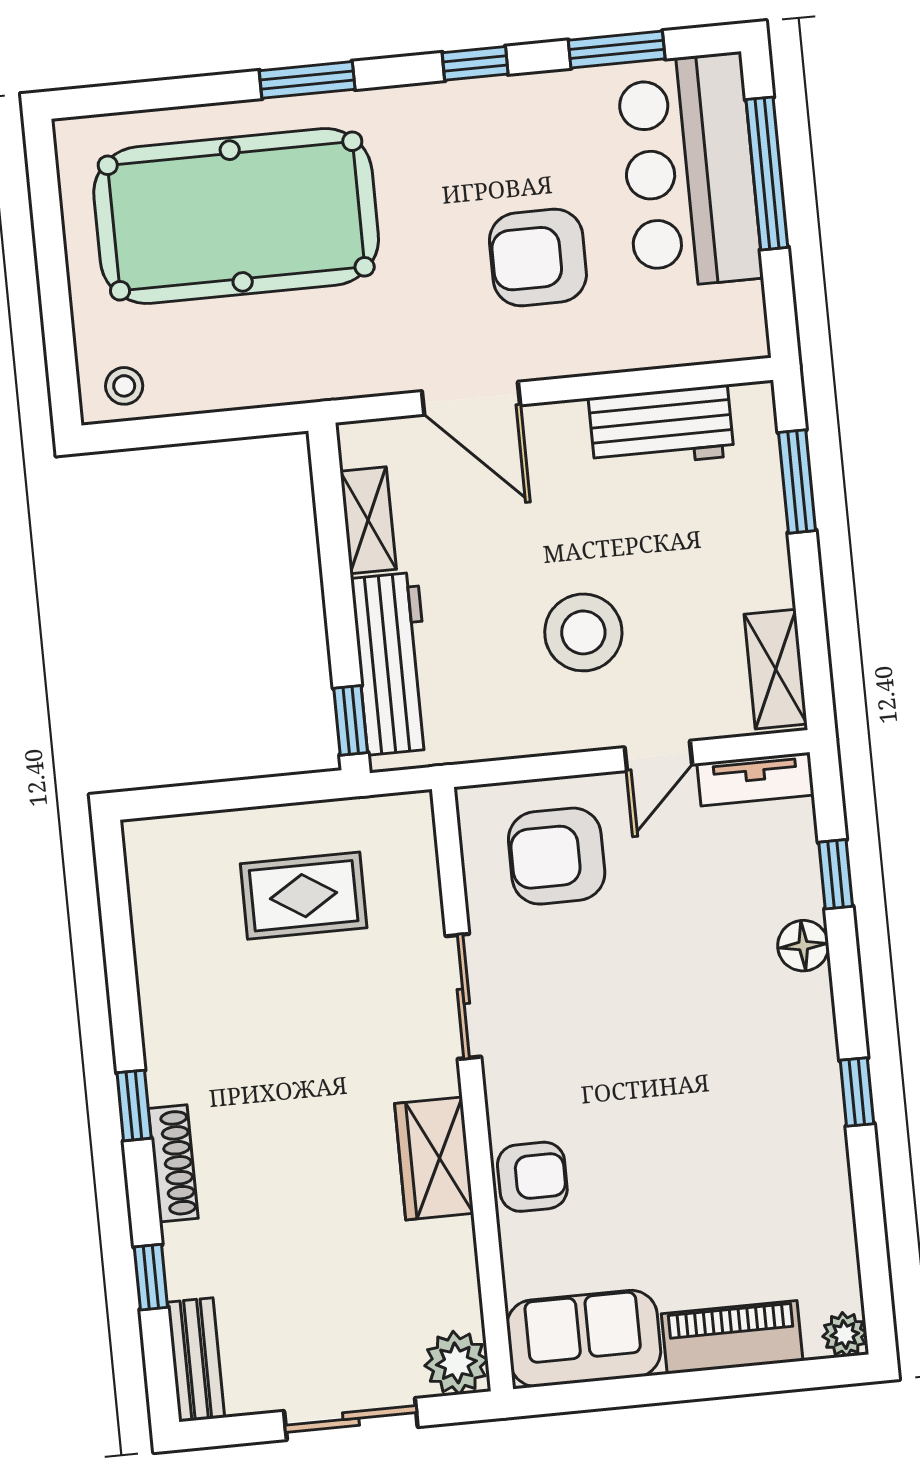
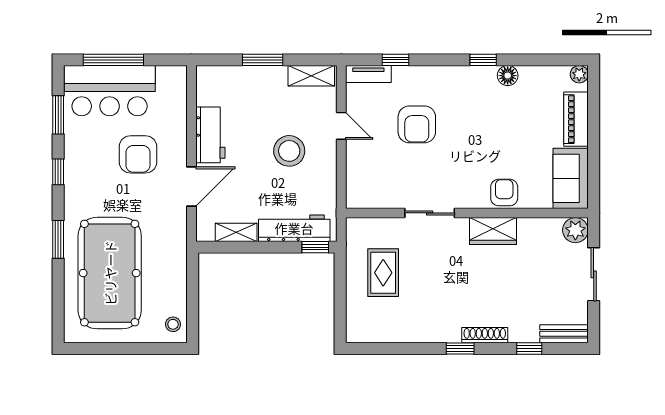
workbench: (661, 427) -> (210, 135), moved
window: (797, 481) -> (263, 60), moved
tv unit: (755, 779) -> (368, 74), moved, turned 90
armchair: (557, 856) -> (417, 124), moved
floor lamp: (803, 946) -> (508, 76), moved

